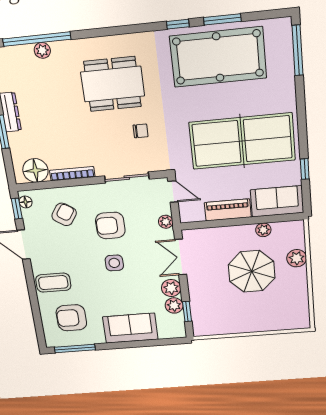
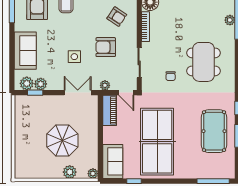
pool table: (218, 57) -> (214, 131), width x0.73, depth x0.76
door: (173, 192) -> (126, 93), hinge flipped
piano: (228, 210) -> (110, 110), moved
armchair: (110, 225) -> (106, 47), turned -90
plant: (263, 230) -> (93, 174), moved
side table: (114, 263) -> (74, 57), moved
plant: (171, 288) -> (27, 83), moved

